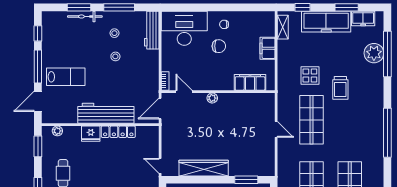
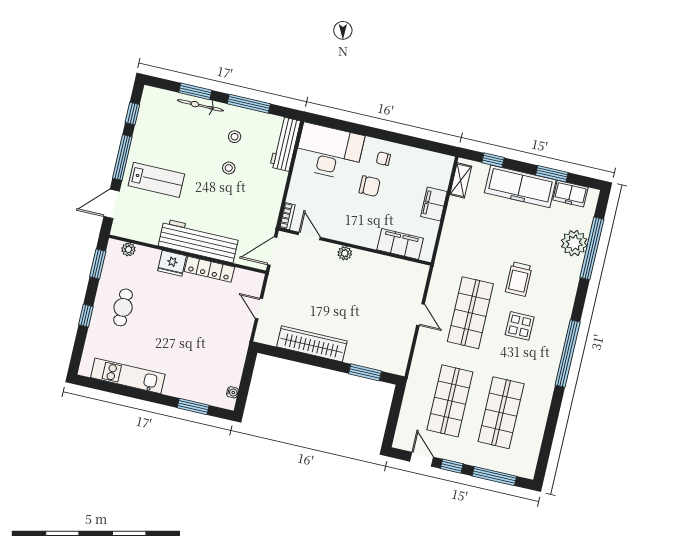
display table: (310, 75) -> (520, 326), moved
door: (160, 166) -> (259, 308), moved

